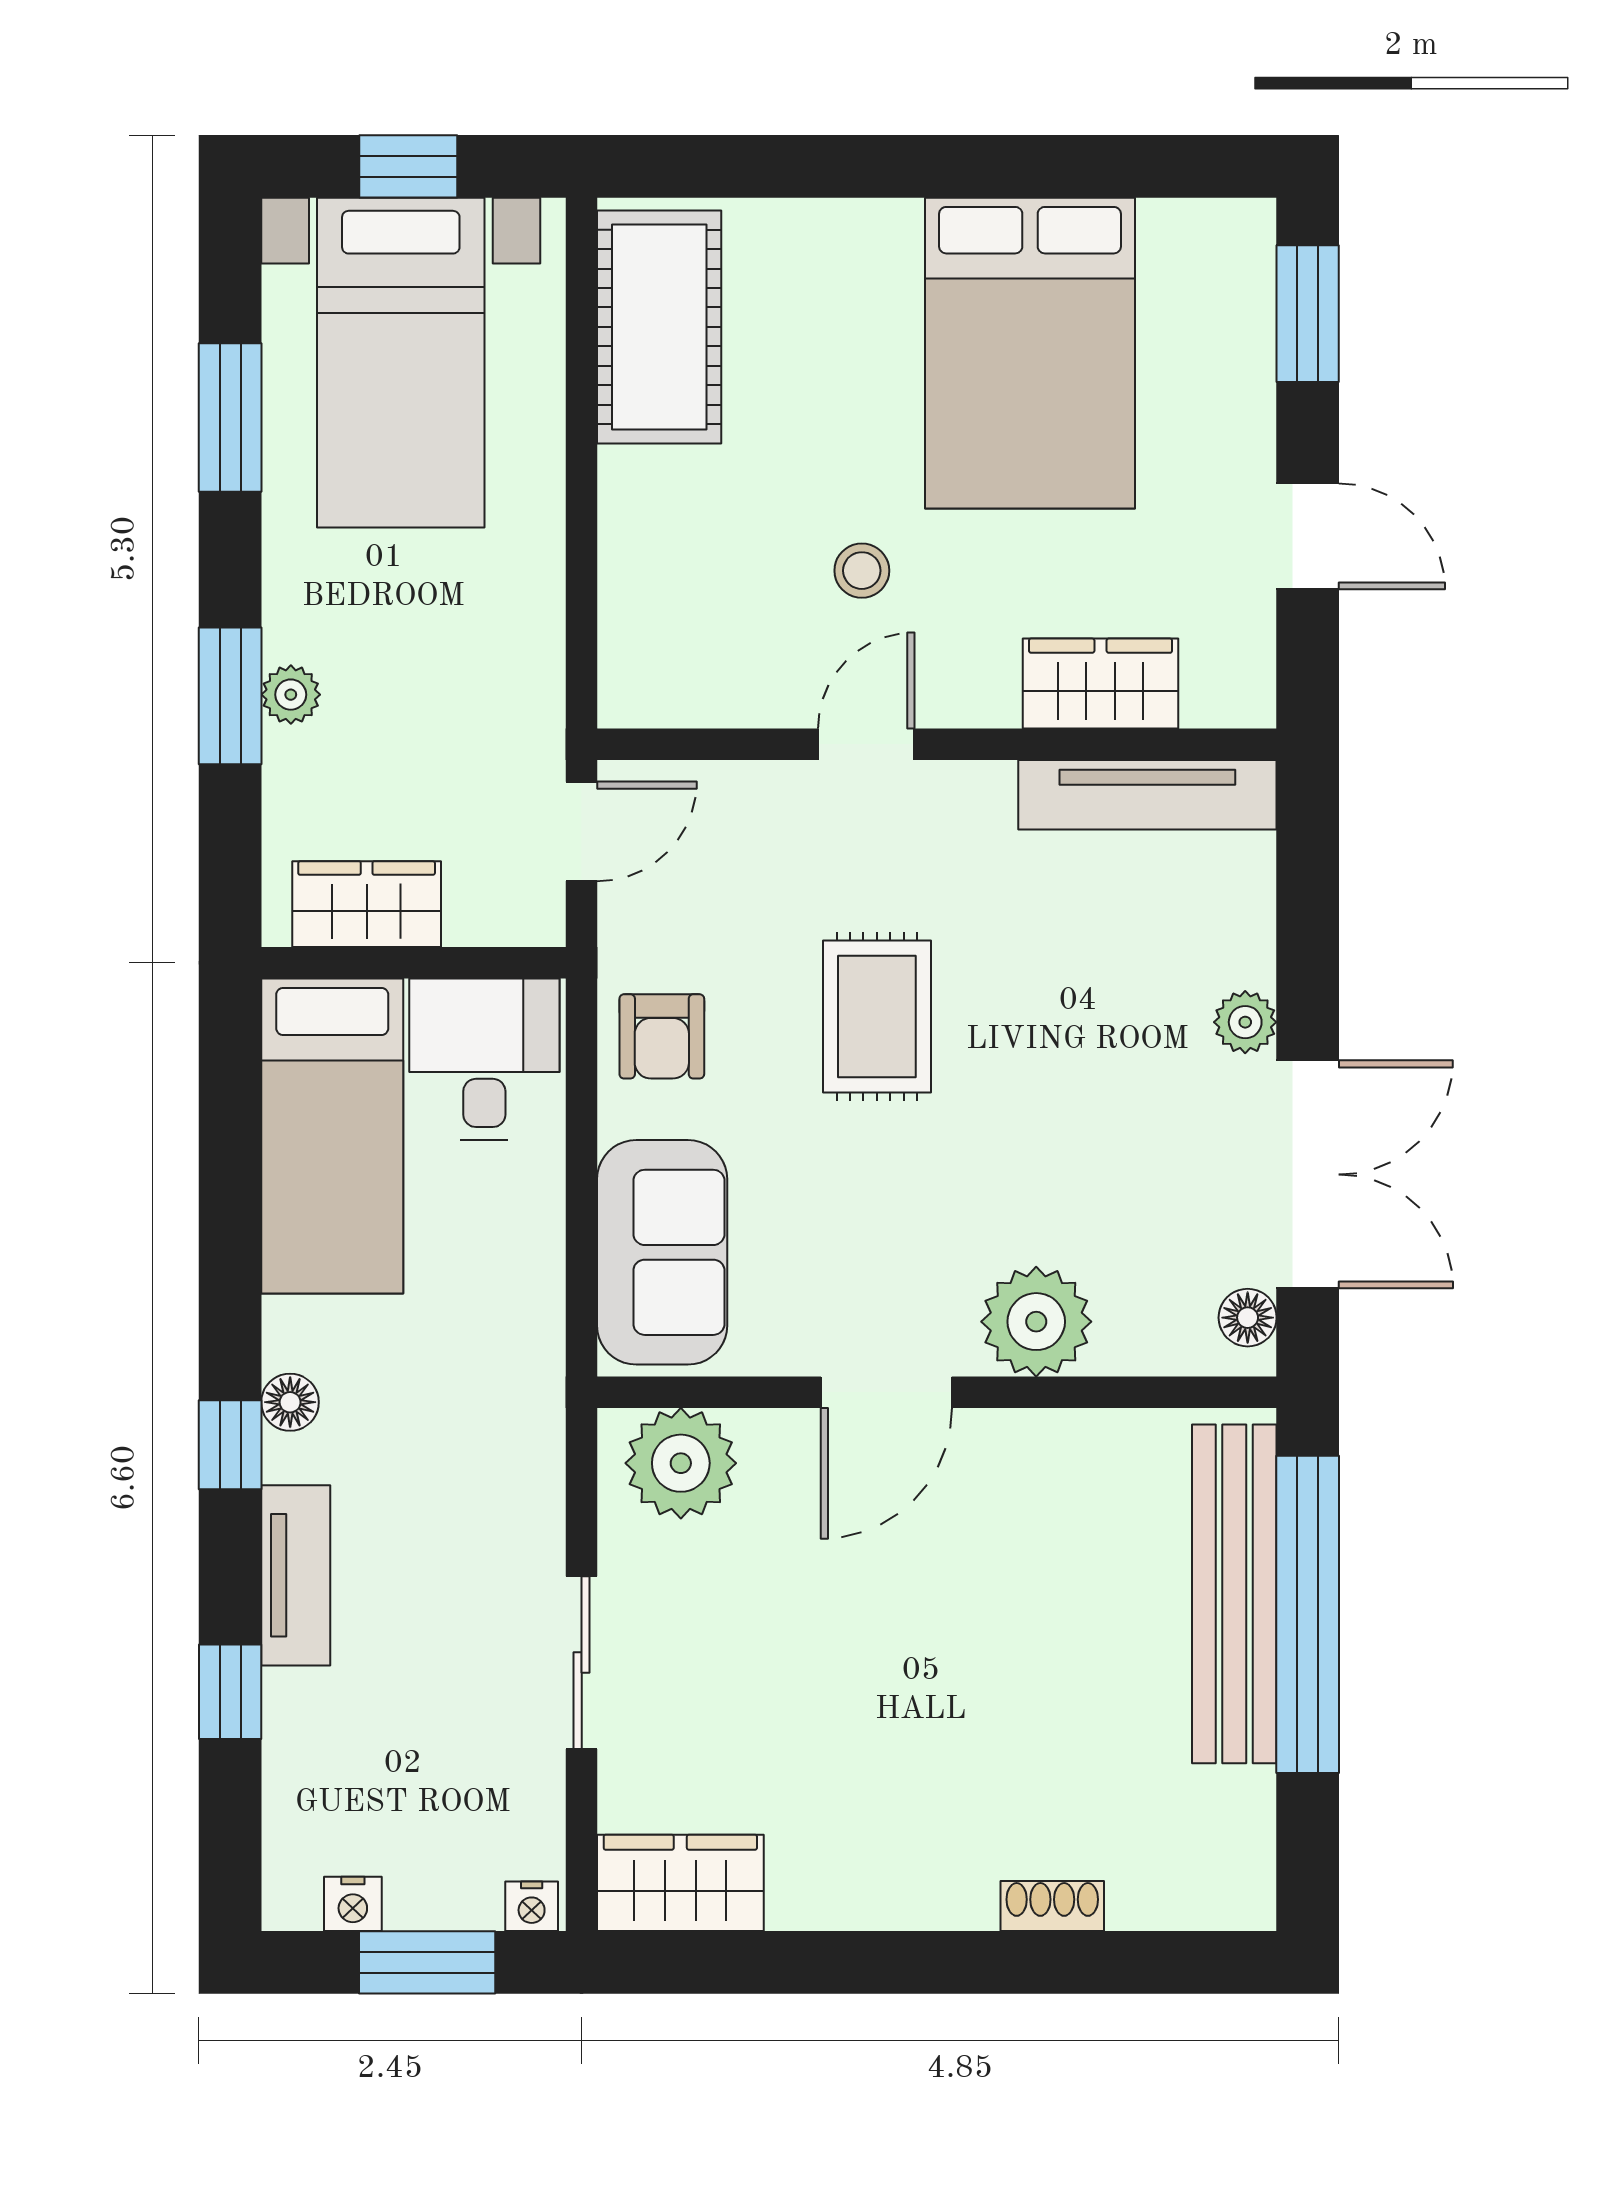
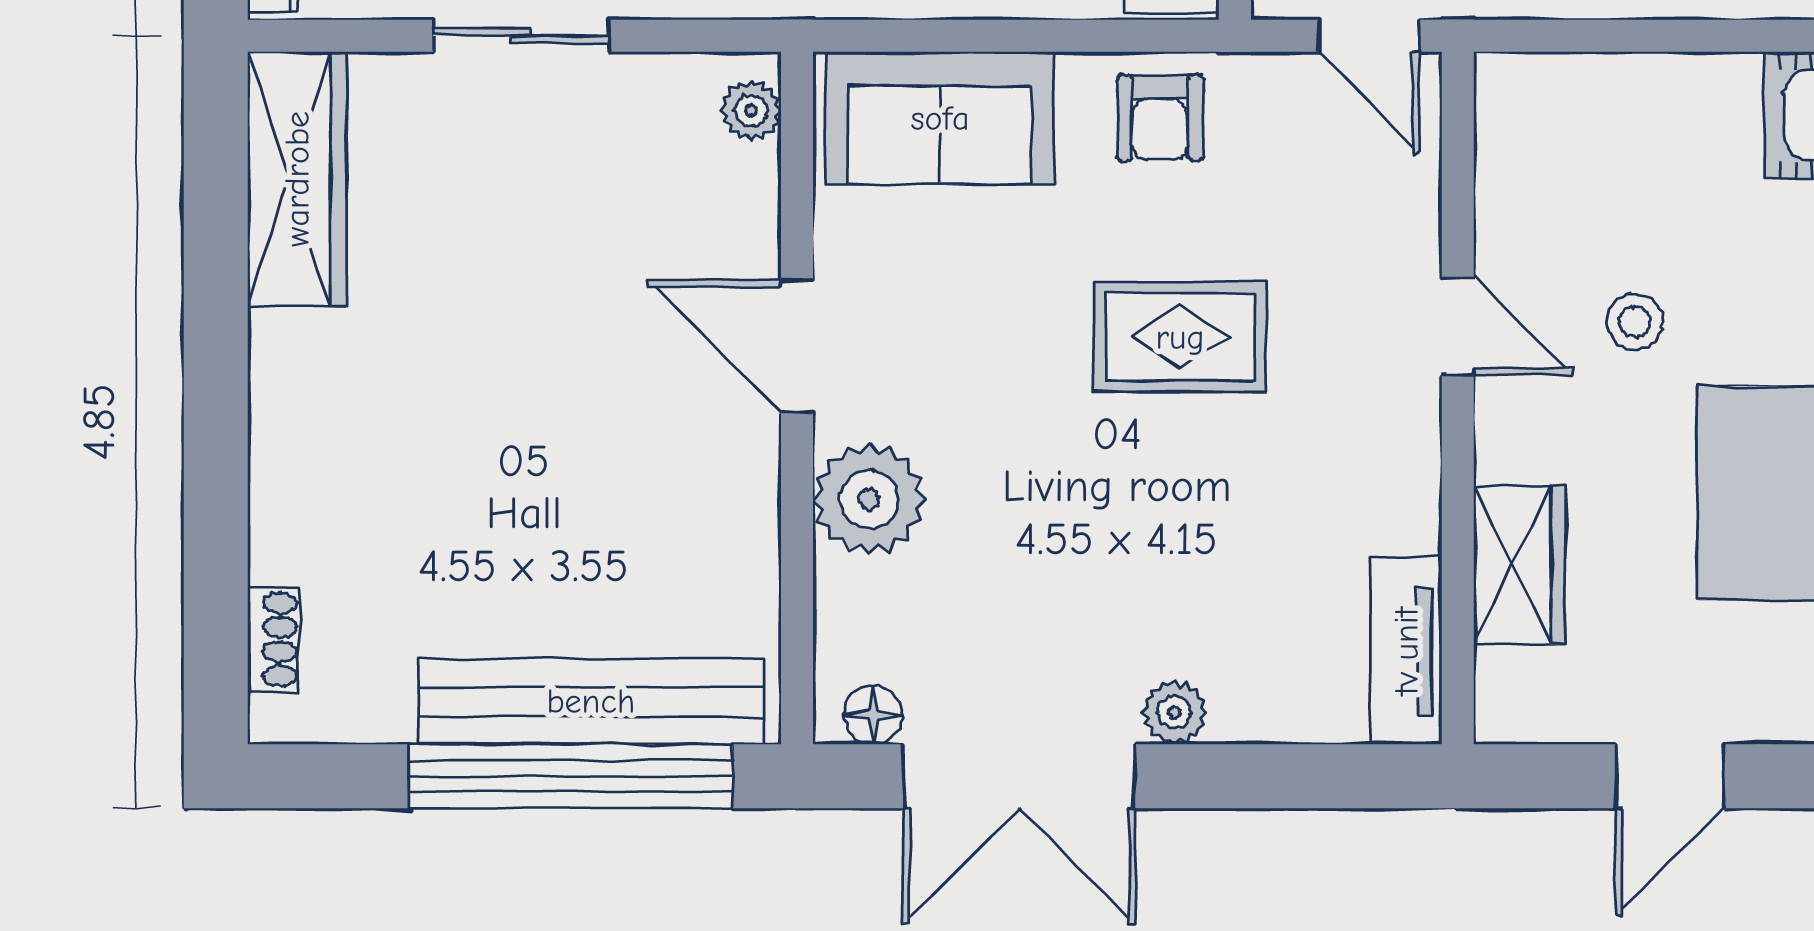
tv unit: (1147, 795) -> (1406, 651), width x0.71
armchair: (662, 1036) -> (1160, 118), turned -90
plant: (681, 1463) -> (751, 111), width x0.53, depth x0.53
wardrobe: (680, 1883) -> (297, 179), width x1.50
shoe rack: (1052, 1906) -> (273, 639), moved

